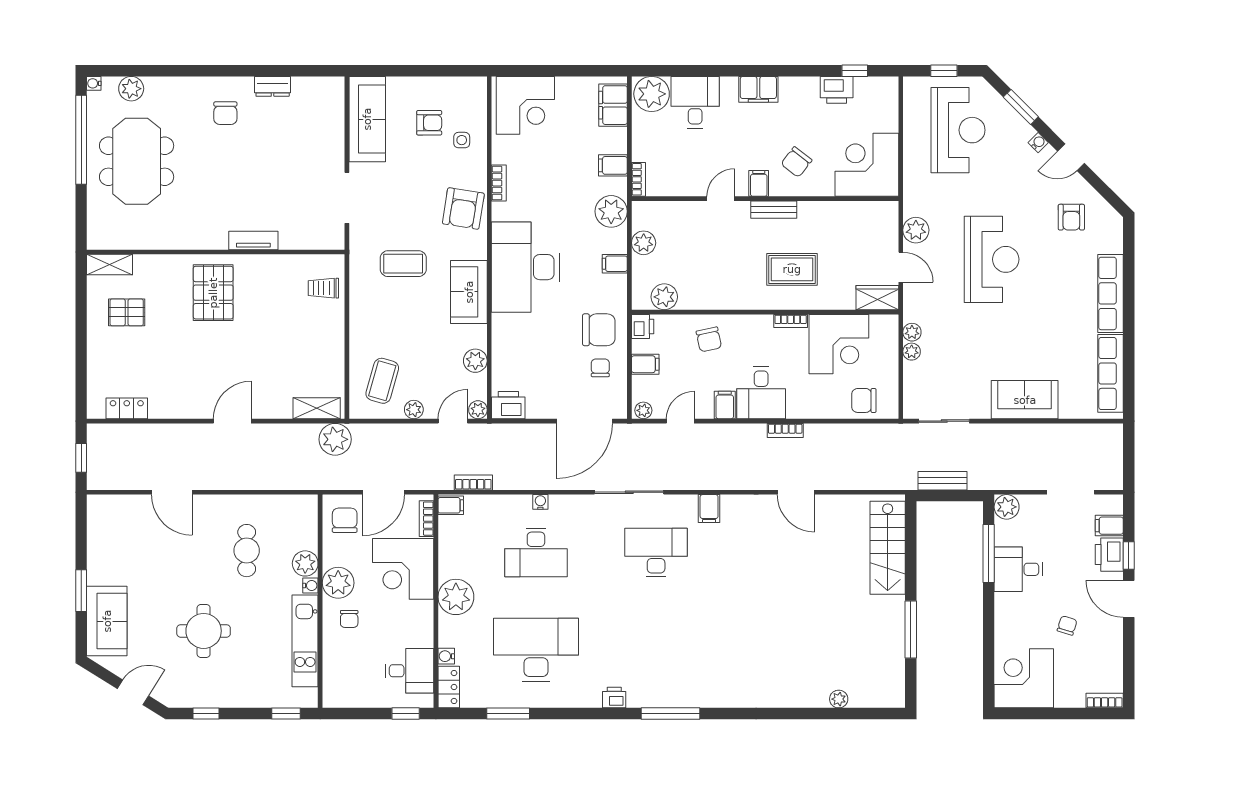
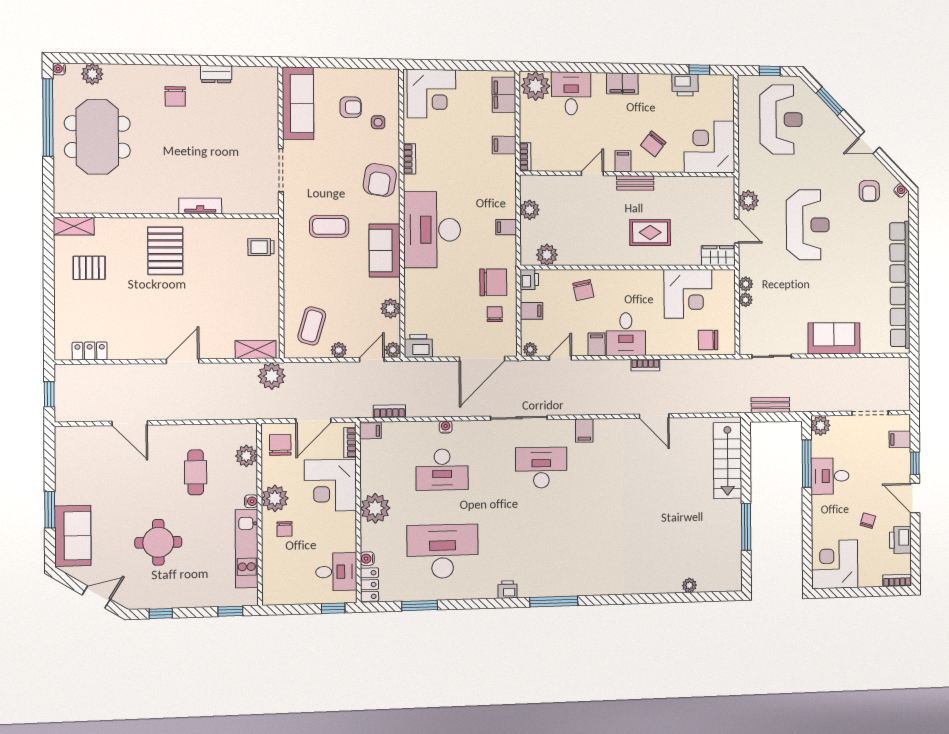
water cooler: (1038, 143) -> (900, 190), moved
plant: (611, 211) -> (503, 183), removed
bookcase: (791, 321) -> (649, 275), removed
printer: (1109, 555) -> (900, 540), moved
plant: (305, 563) -> (246, 456), moved

